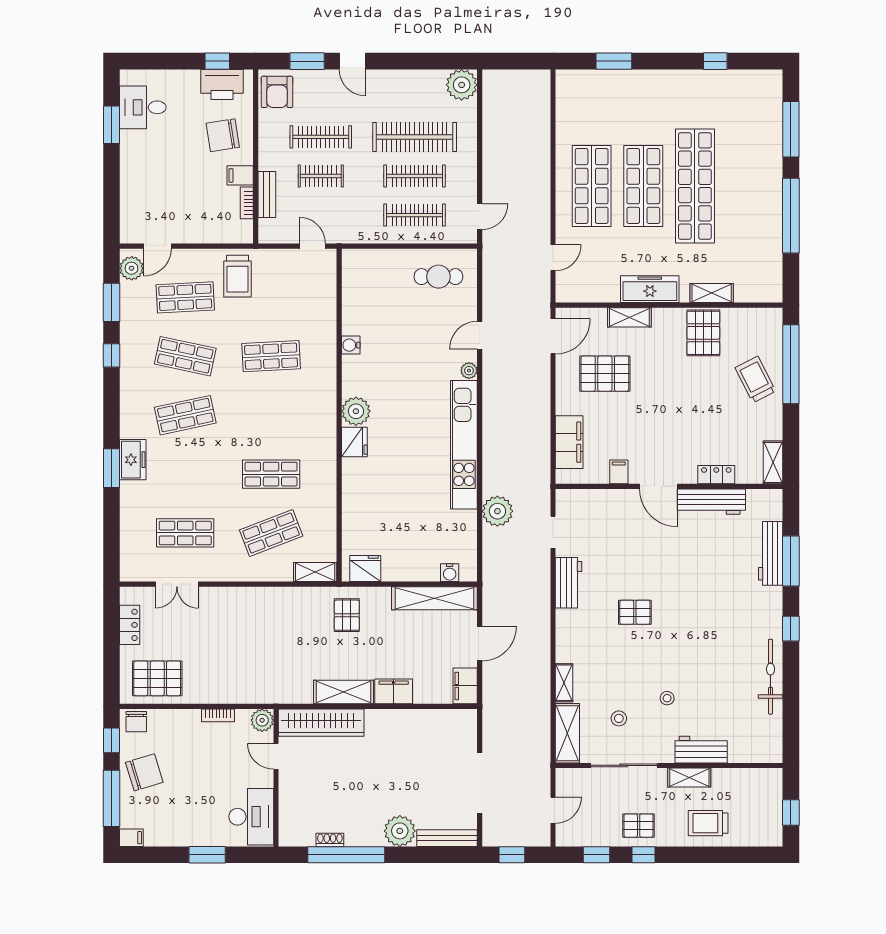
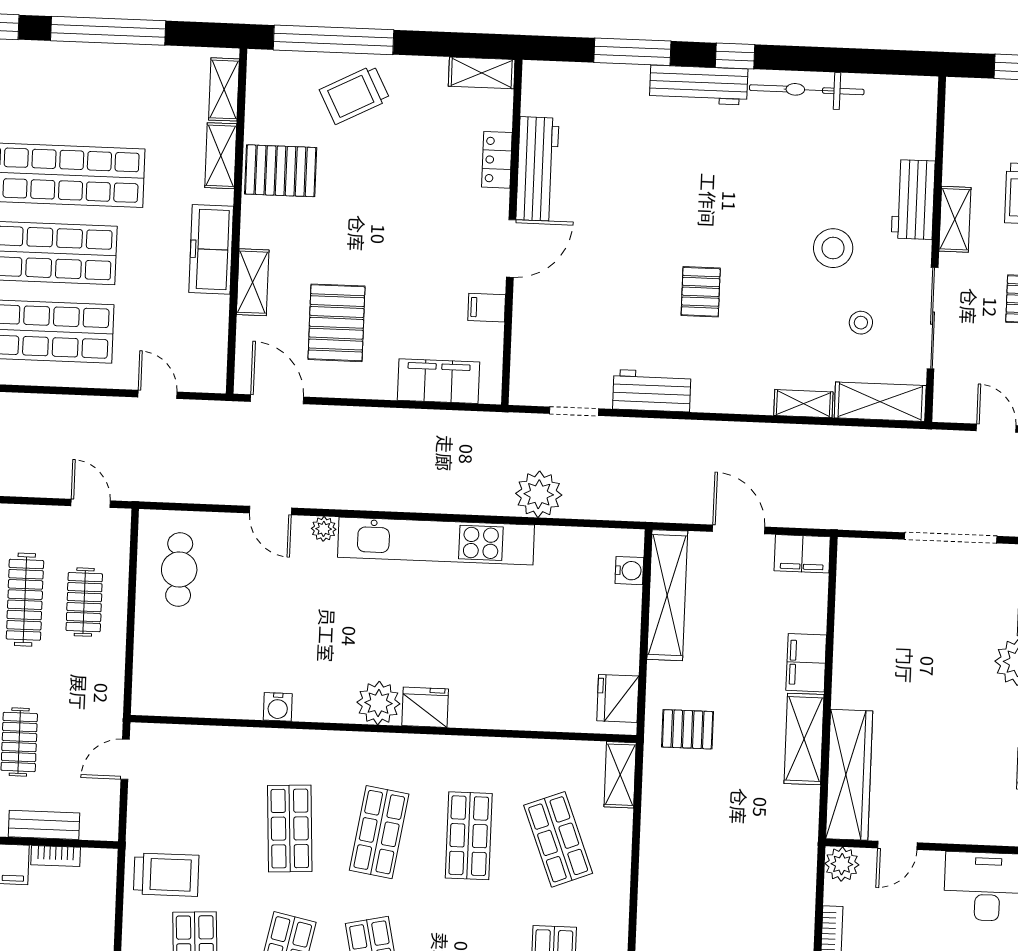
clothes rail: (415, 215) -> (84, 602), width x0.73
shelving: (755, 293) -> (224, 89), added
shop shelf: (271, 415) -> (379, 832), added
workbench: (771, 553) -> (699, 85), moved
stool: (667, 698) -> (833, 248), width x1.89, depth x1.89

